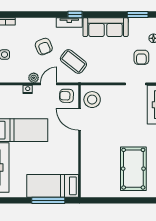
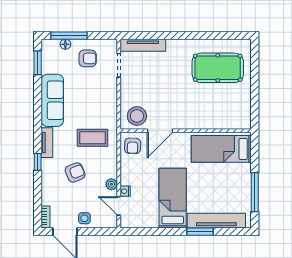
window: (75, 15) -> (38, 162), moved
coffee table: (73, 61) -> (92, 138), turned 52
door: (49, 84) -> (119, 206), moved
bed: (53, 186) -> (221, 149), moved, turned 90
window: (48, 200) -> (255, 192), moved

